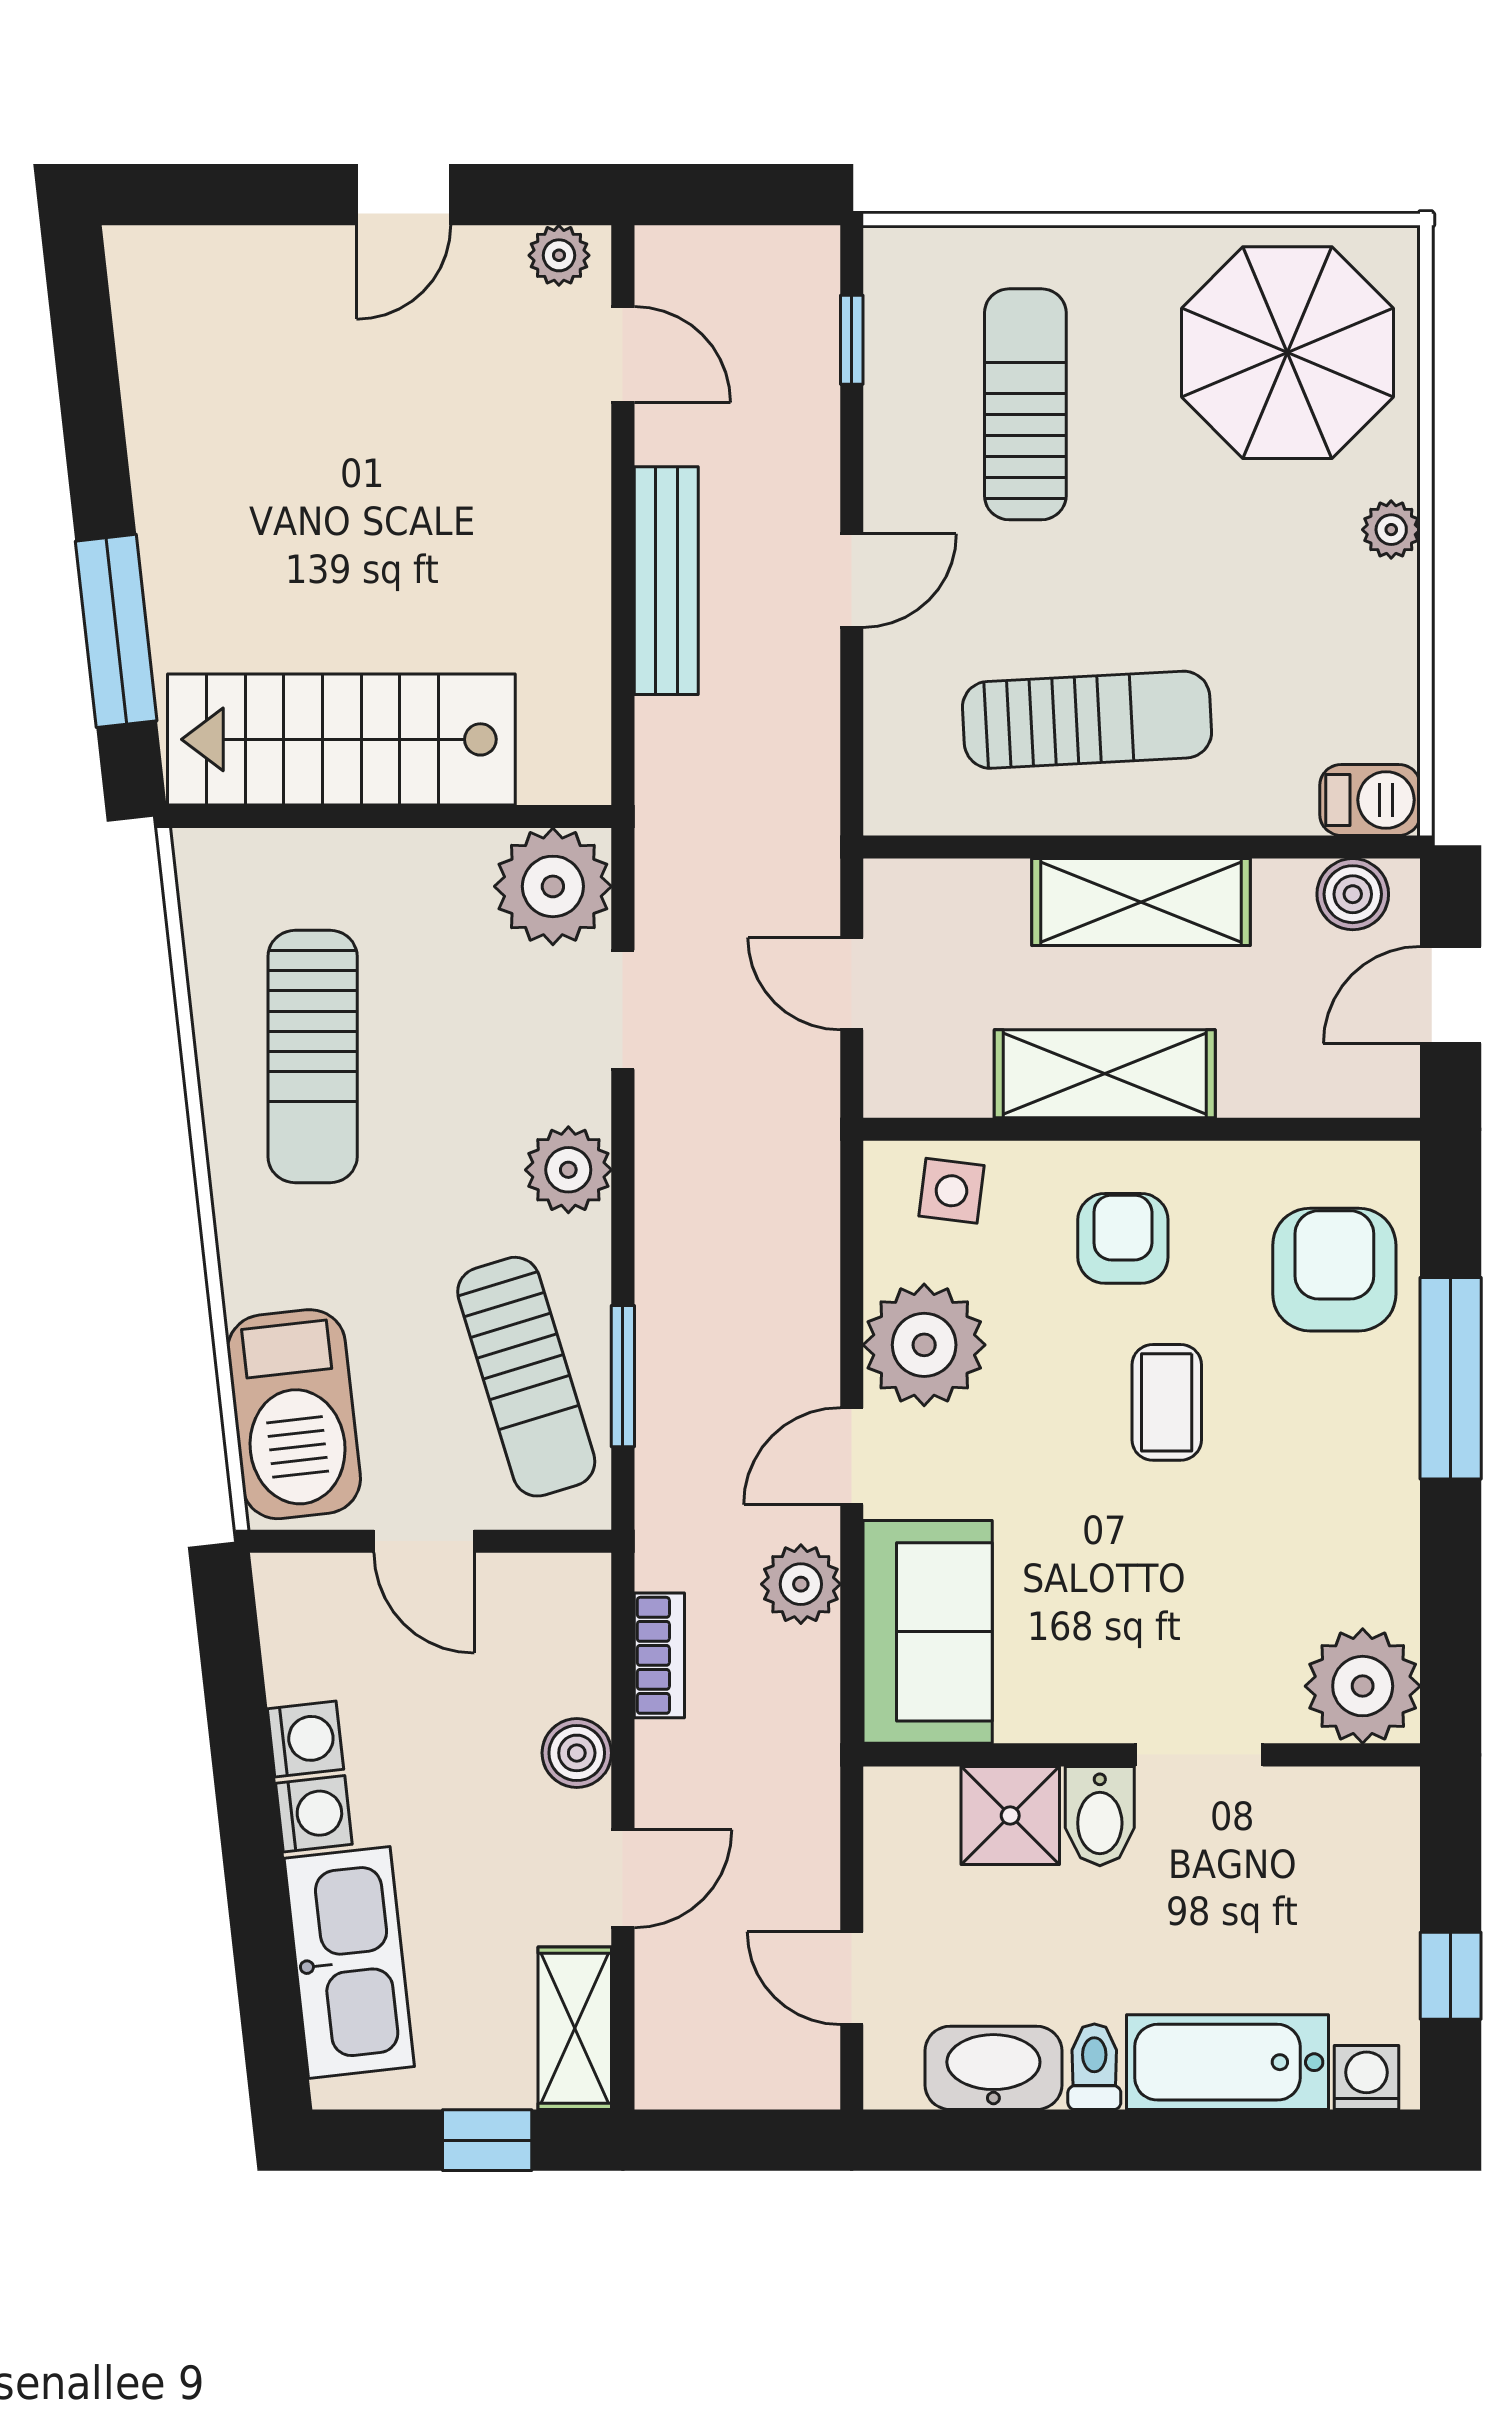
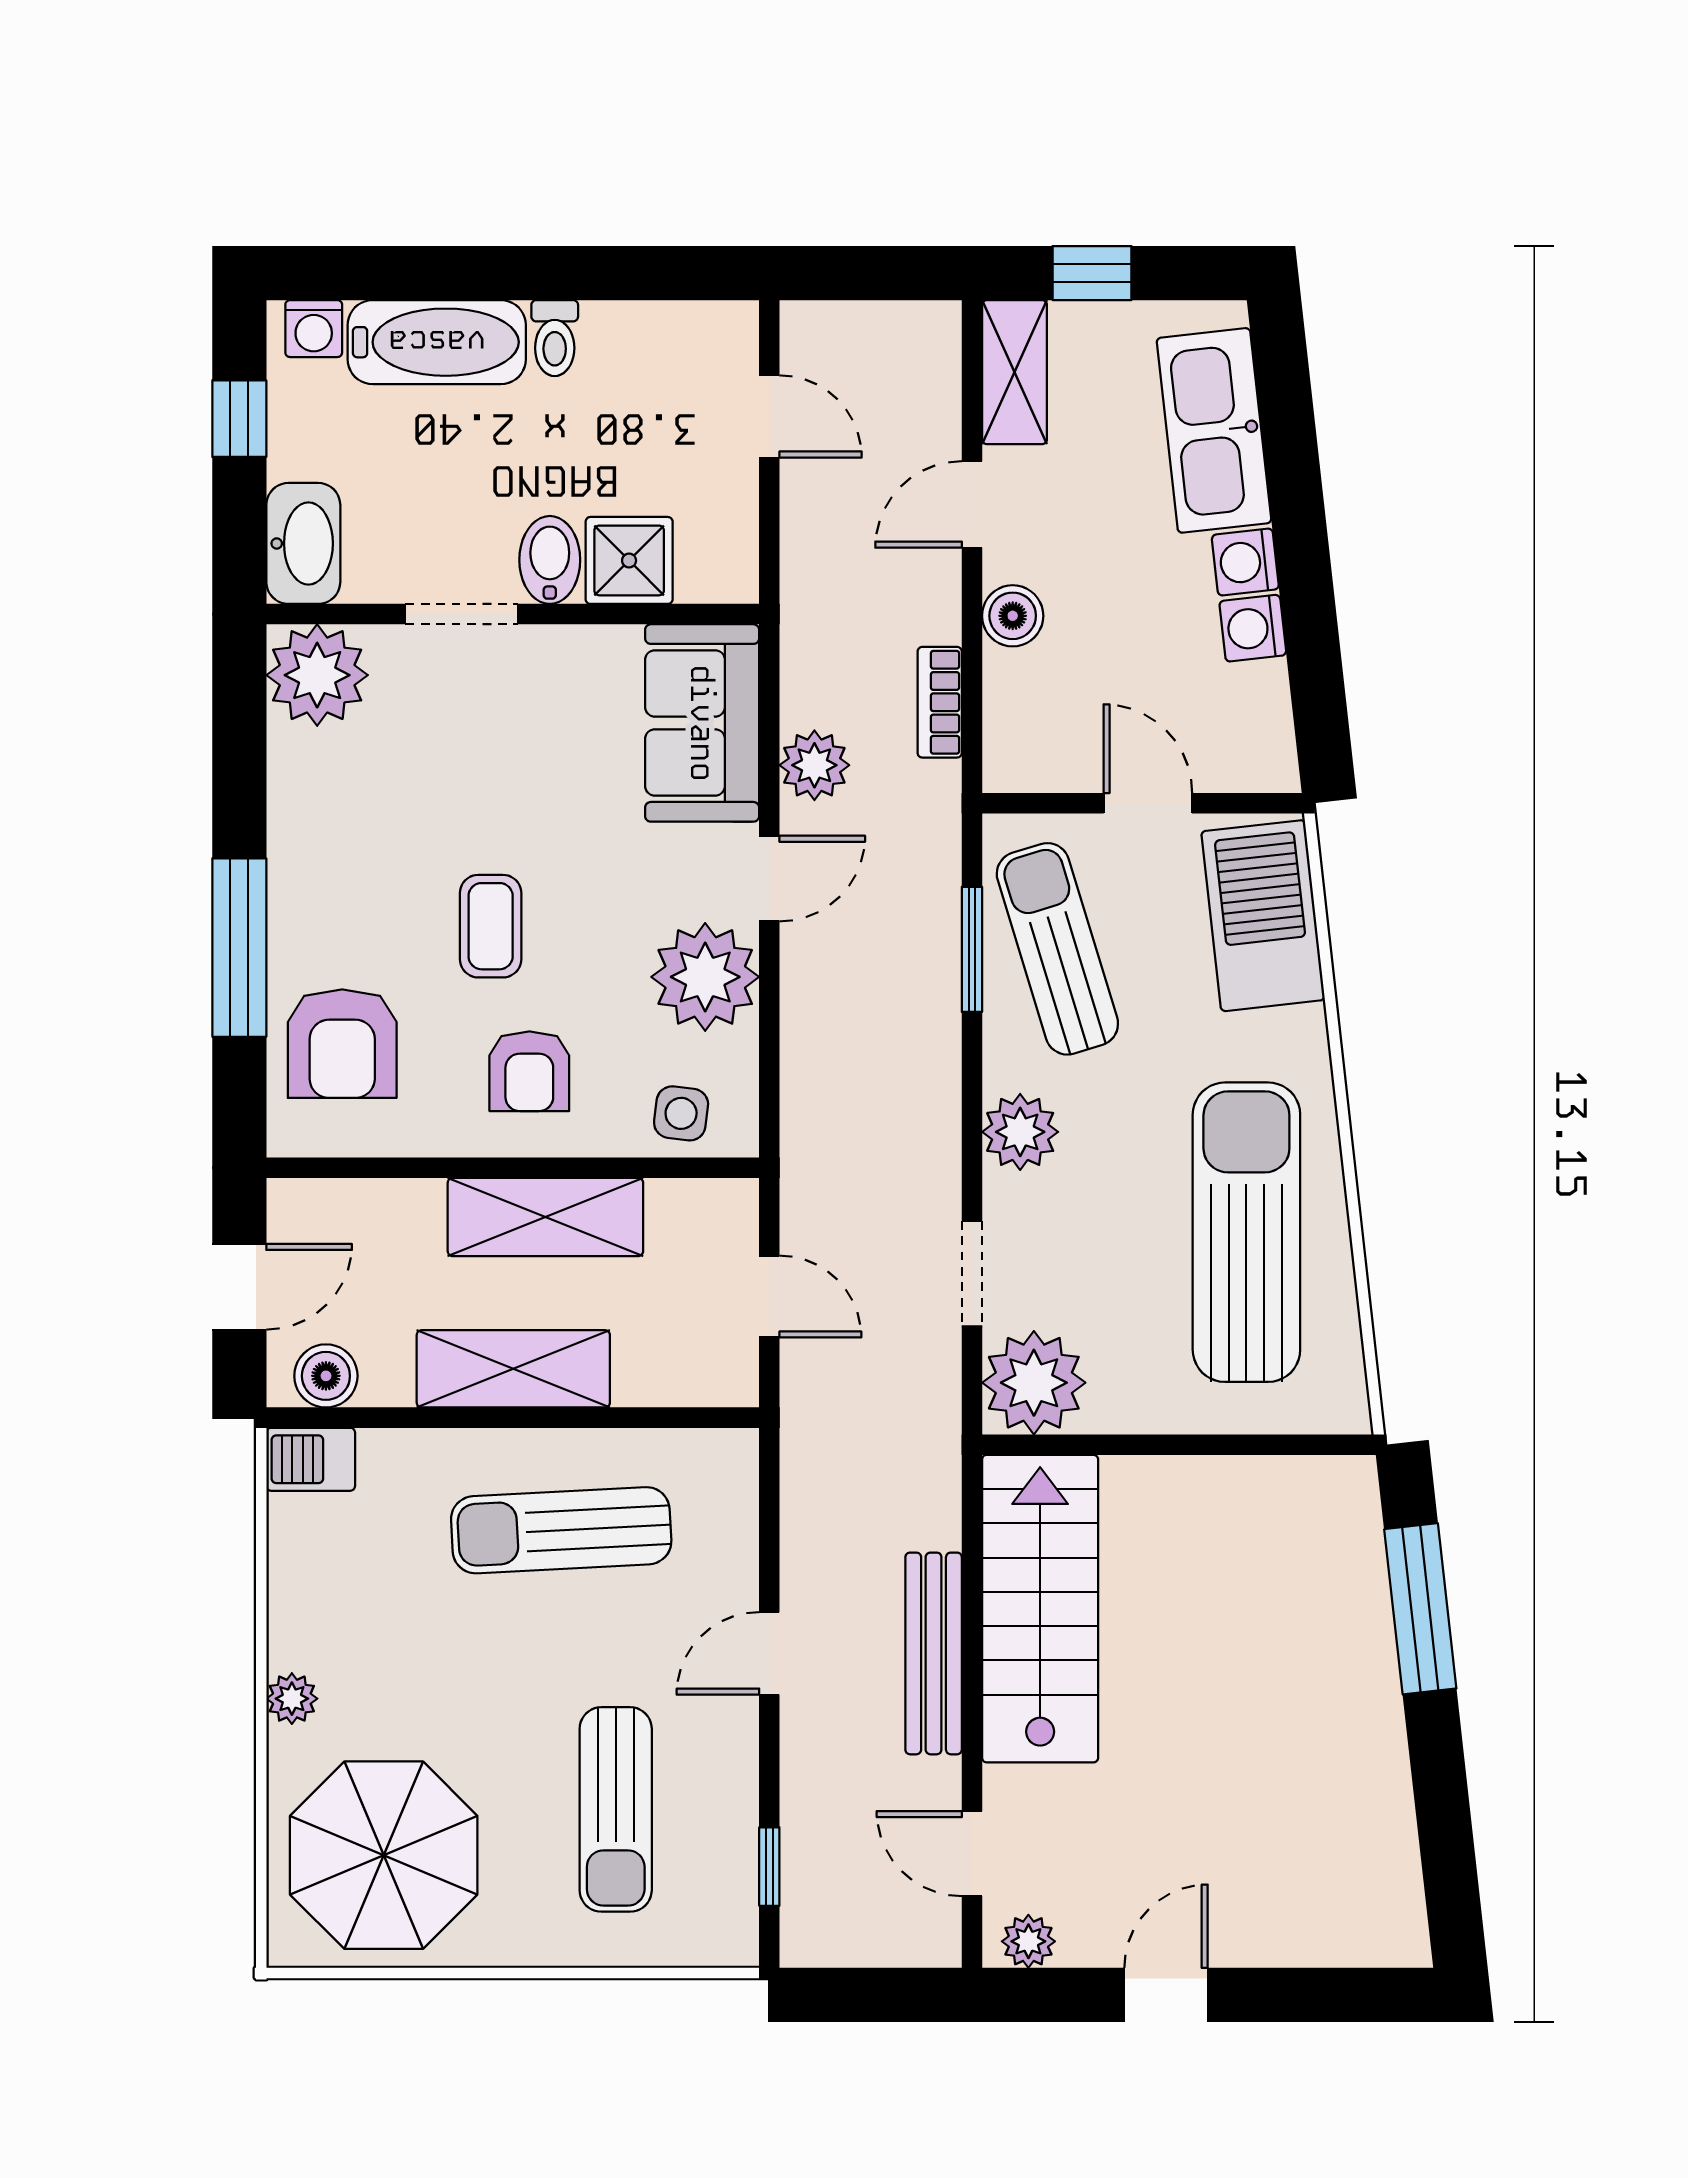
stairs: (341, 739) -> (1040, 1609), moved, turned -90
sun lounger: (313, 1057) -> (1246, 1232), width x1.36, depth x1.34
washbasin: (993, 2068) -> (303, 543), moved, turned -90

